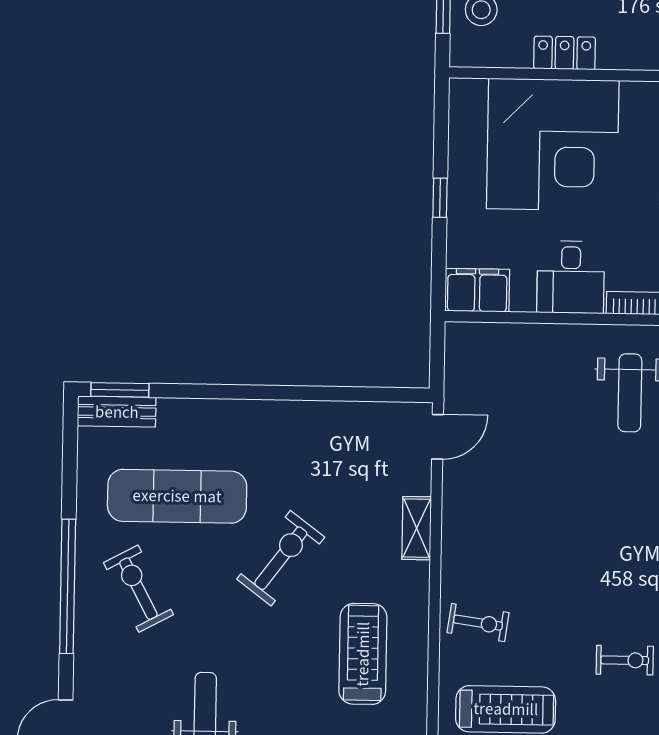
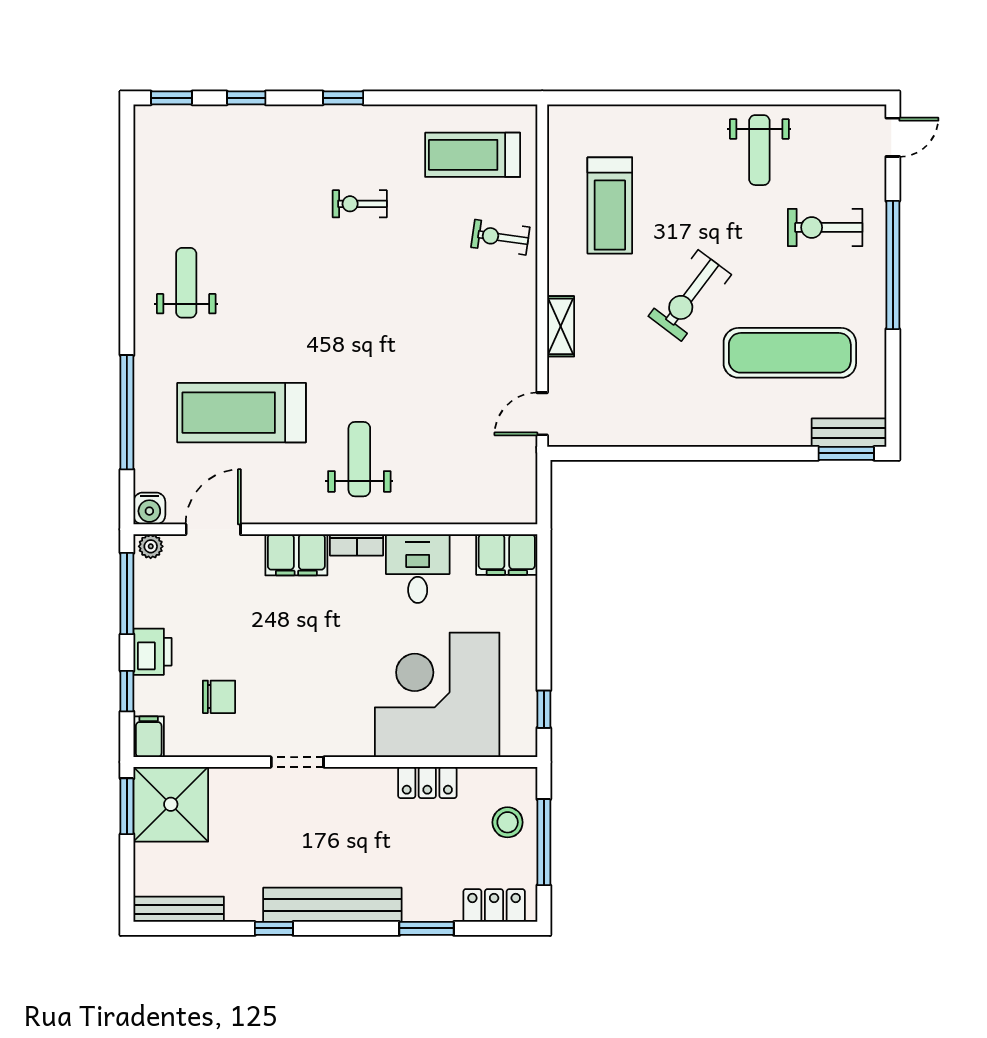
window: (440, 198) -> (544, 709), moved
exercise bike: (138, 589) -> (825, 227), moved, turned 118

